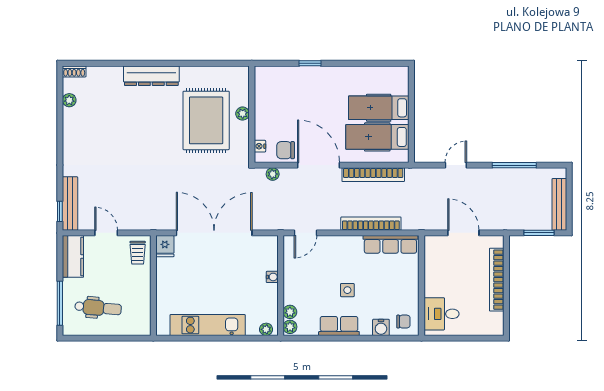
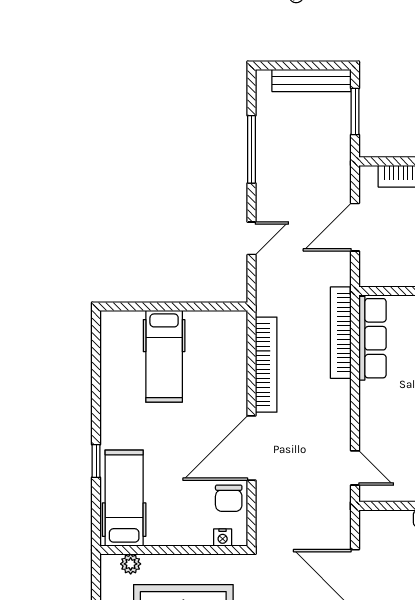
plant: (243, 114) -> (131, 564), moved
hospital bed: (377, 137) -> (124, 498), moved, turned 180
door: (456, 165) -> (251, 238), swing flipped
plant: (273, 174) -> (265, 518), removed
bookcase: (371, 224) -> (341, 333), moved

